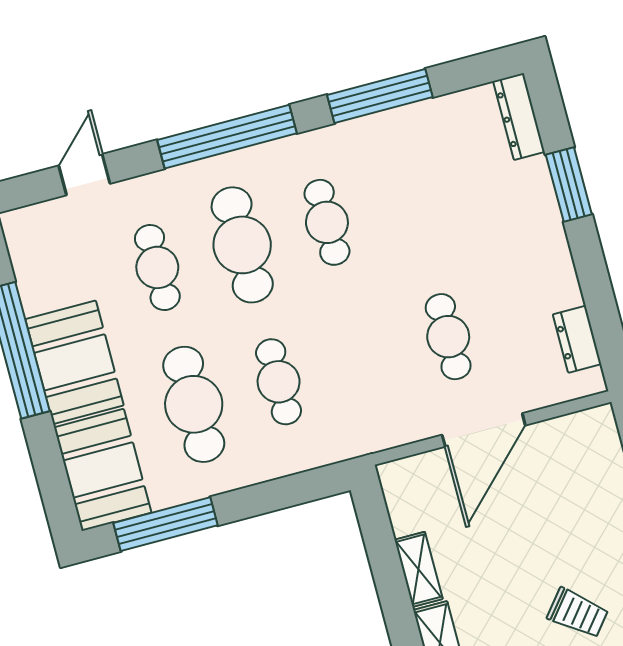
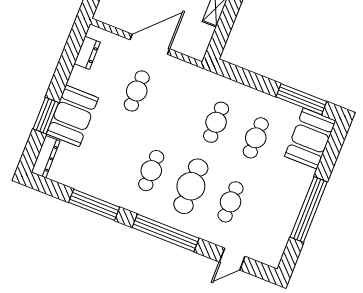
booth: (74, 362) -> (72, 116), moved
cafe table: (194, 404) -> (256, 138), width x0.73, depth x0.74

